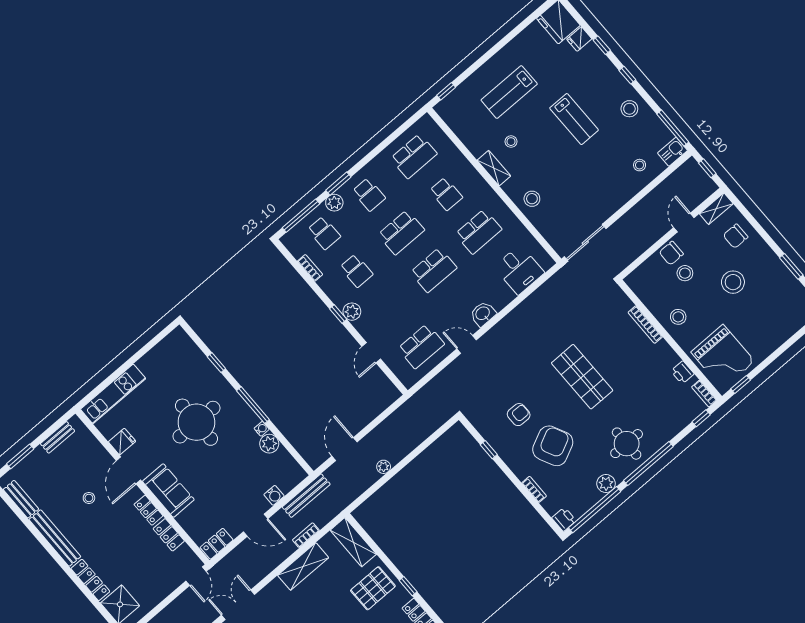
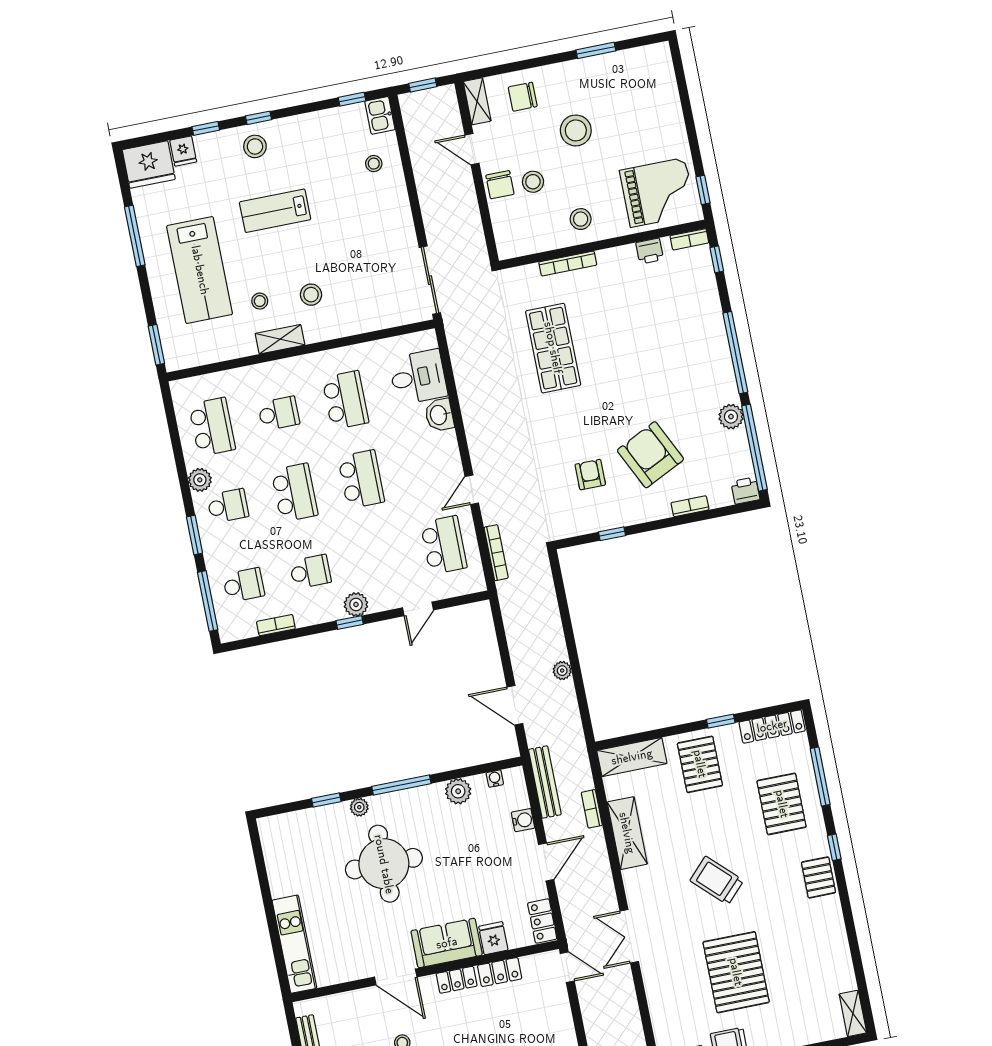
window: (508, 38) -> (135, 236), added
window: (446, 91) -> (156, 345), width x1.50
lab bench: (509, 92) -> (200, 270), width x1.36, depth x1.39
stool: (629, 109) -> (255, 146), moved
lab bench: (574, 119) -> (275, 211), turned 180
window: (673, 128) -> (352, 99), width x0.46
stool: (532, 199) -> (311, 295), moved
plant: (334, 203) -> (200, 480), moved
chair: (735, 236) -> (523, 97), turned 90
washbasin: (483, 314) -> (439, 415), moved
door: (371, 353) -> (418, 609), hinge flipped
shop shelf: (582, 377) -> (553, 348), moved, turned 90
bookcase: (435, 382) -> (496, 553), added
plant: (224, 386) -> (359, 807), added
water cooler: (262, 429) -> (495, 779), moved
fridge: (122, 442) -> (493, 938), moved
round table: (627, 444) -> (697, 365), removed

